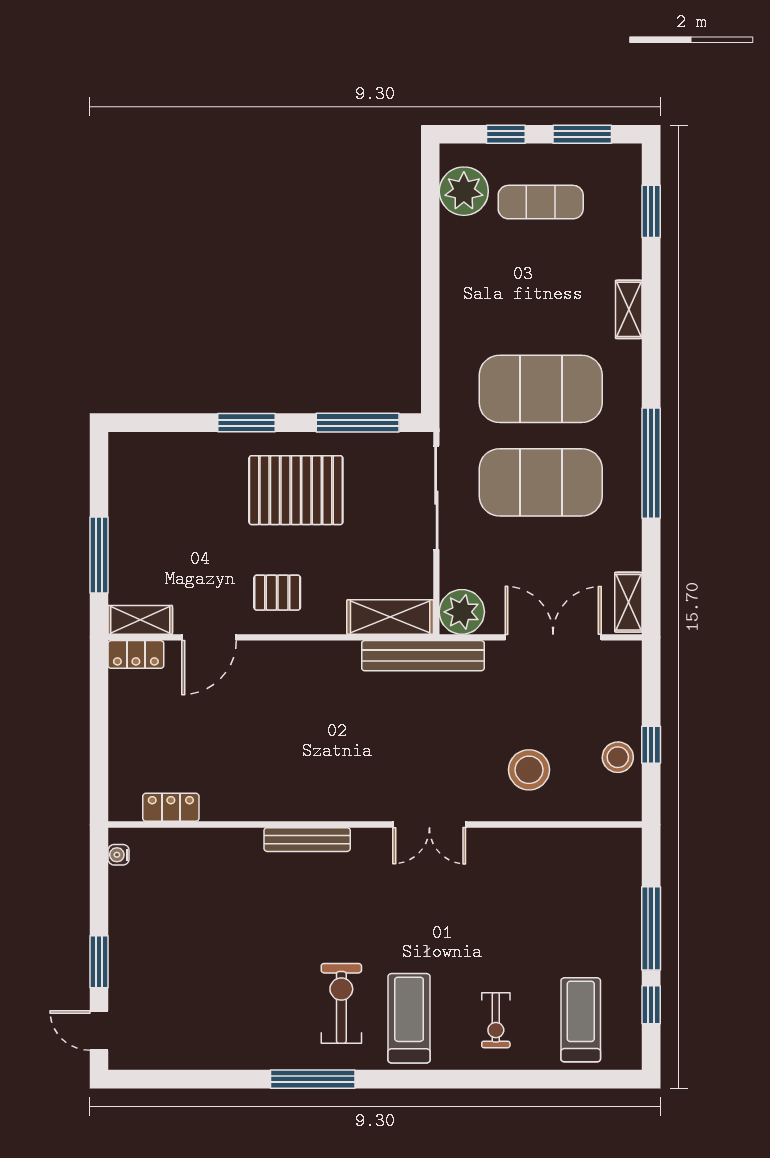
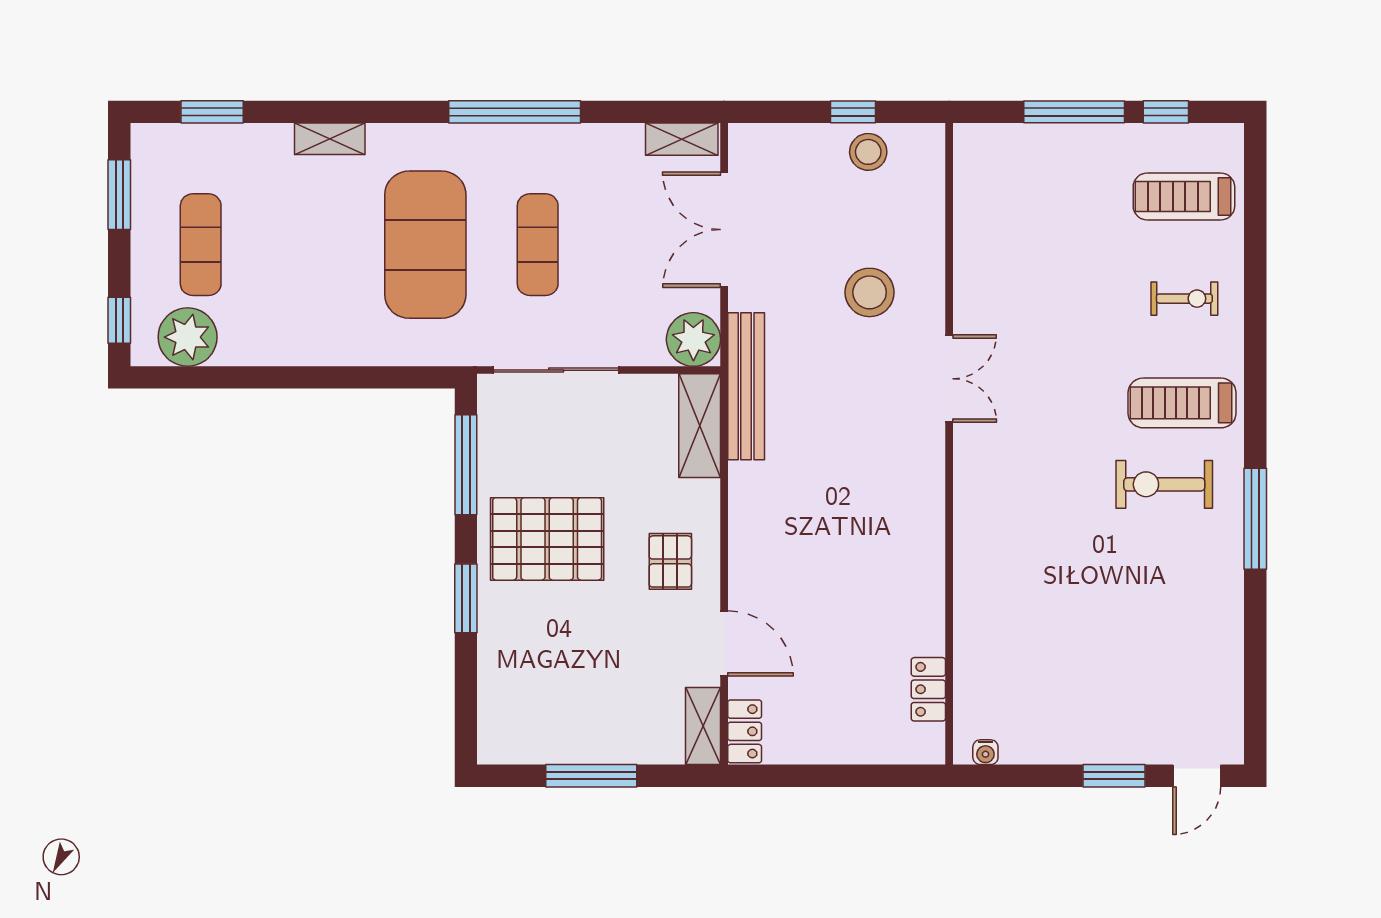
window: (506, 134) -> (119, 320), moved
exercise mat: (541, 482) -> (538, 245), width x0.50, depth x0.69
pallet: (296, 490) -> (547, 539), turned 90
window: (99, 555) -> (591, 776), moved
stool: (529, 770) -> (870, 292), moved
bench: (307, 840) -> (967, 525), removed

